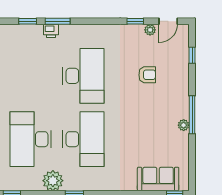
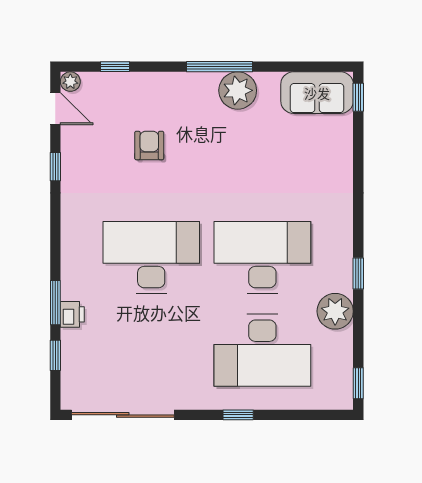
plant: (150, 30) -> (70, 82), moved
plant: (184, 125) -> (238, 90), width x1.88, depth x1.88
sofa: (158, 179) -> (317, 93), moved, turned -90

